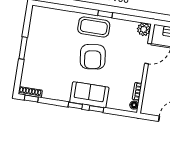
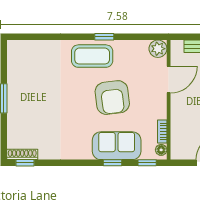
armchair: (93, 57) -> (112, 98), moved
sofa: (89, 95) -> (117, 146), moved
window: (75, 106) -> (147, 163), moved

